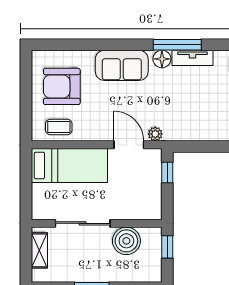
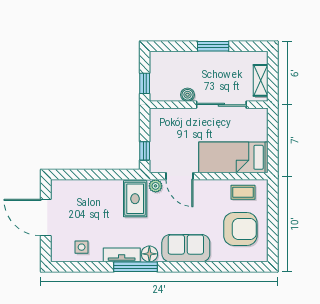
rug: (178, 120) -> (135, 199), added
boiler: (126, 241) -> (188, 95), width x0.54, depth x0.54

